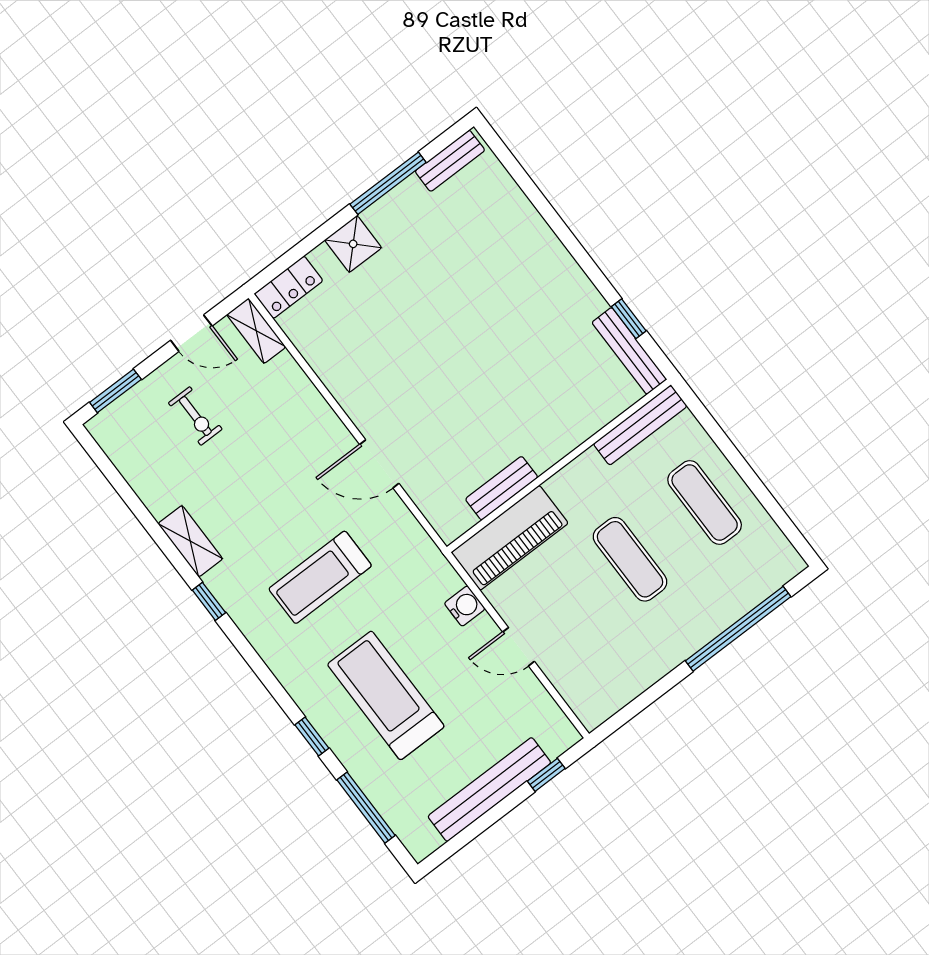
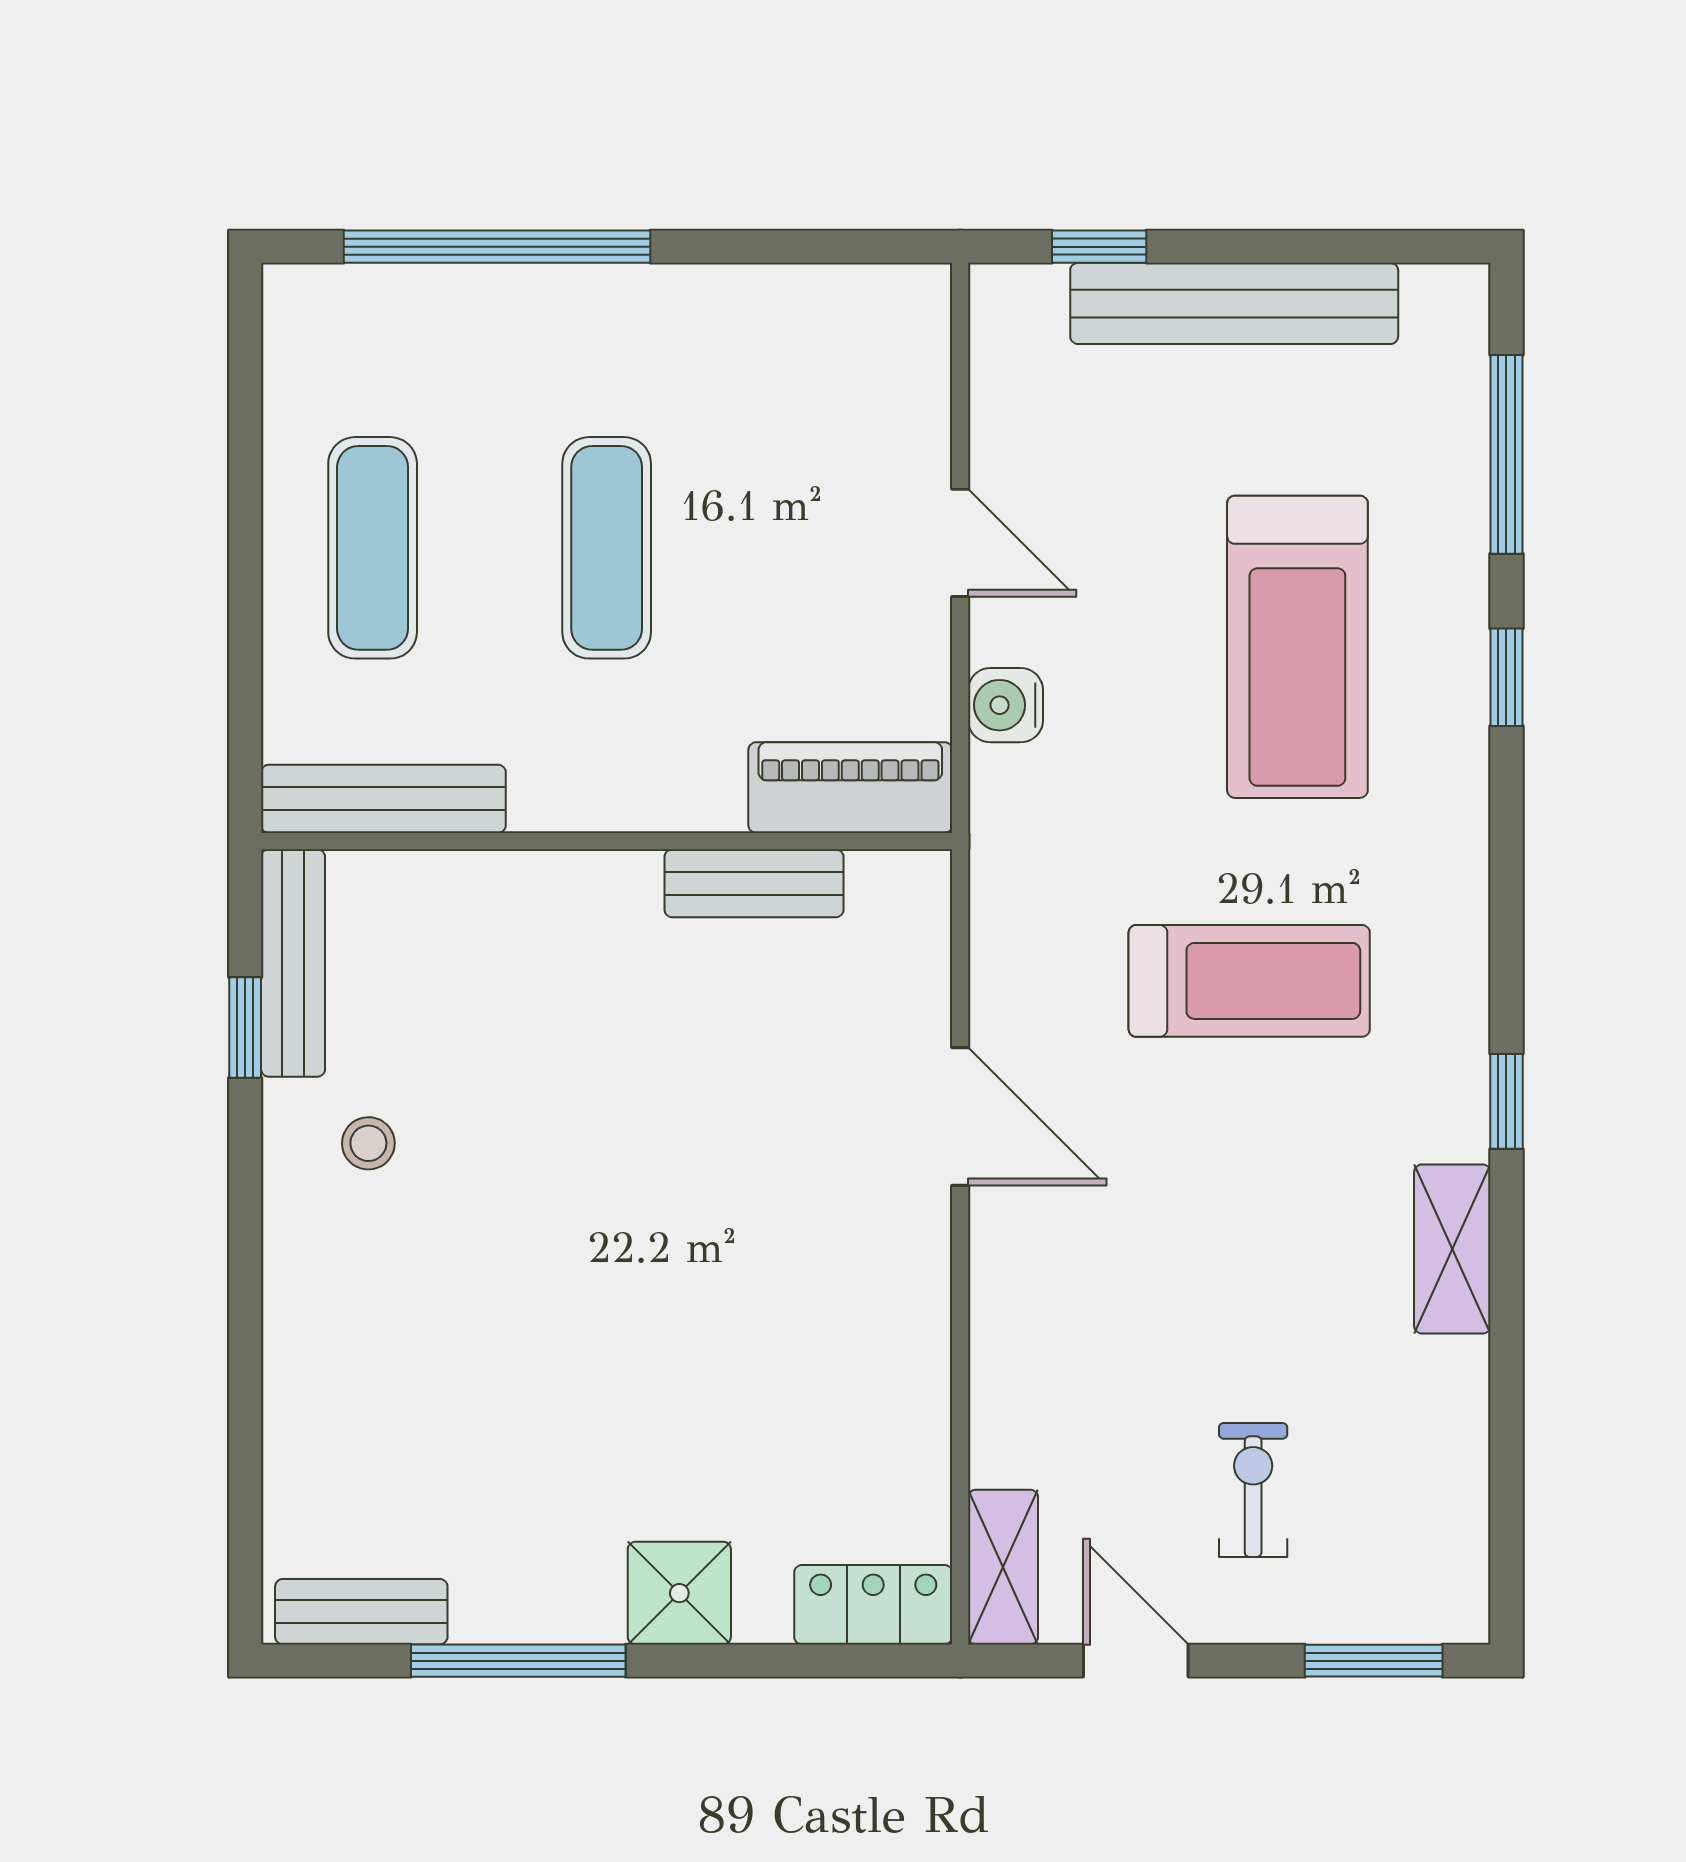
stool: (561, 312) -> (368, 1143), added
piano: (510, 538) -> (850, 788), width x0.73, depth x0.75

